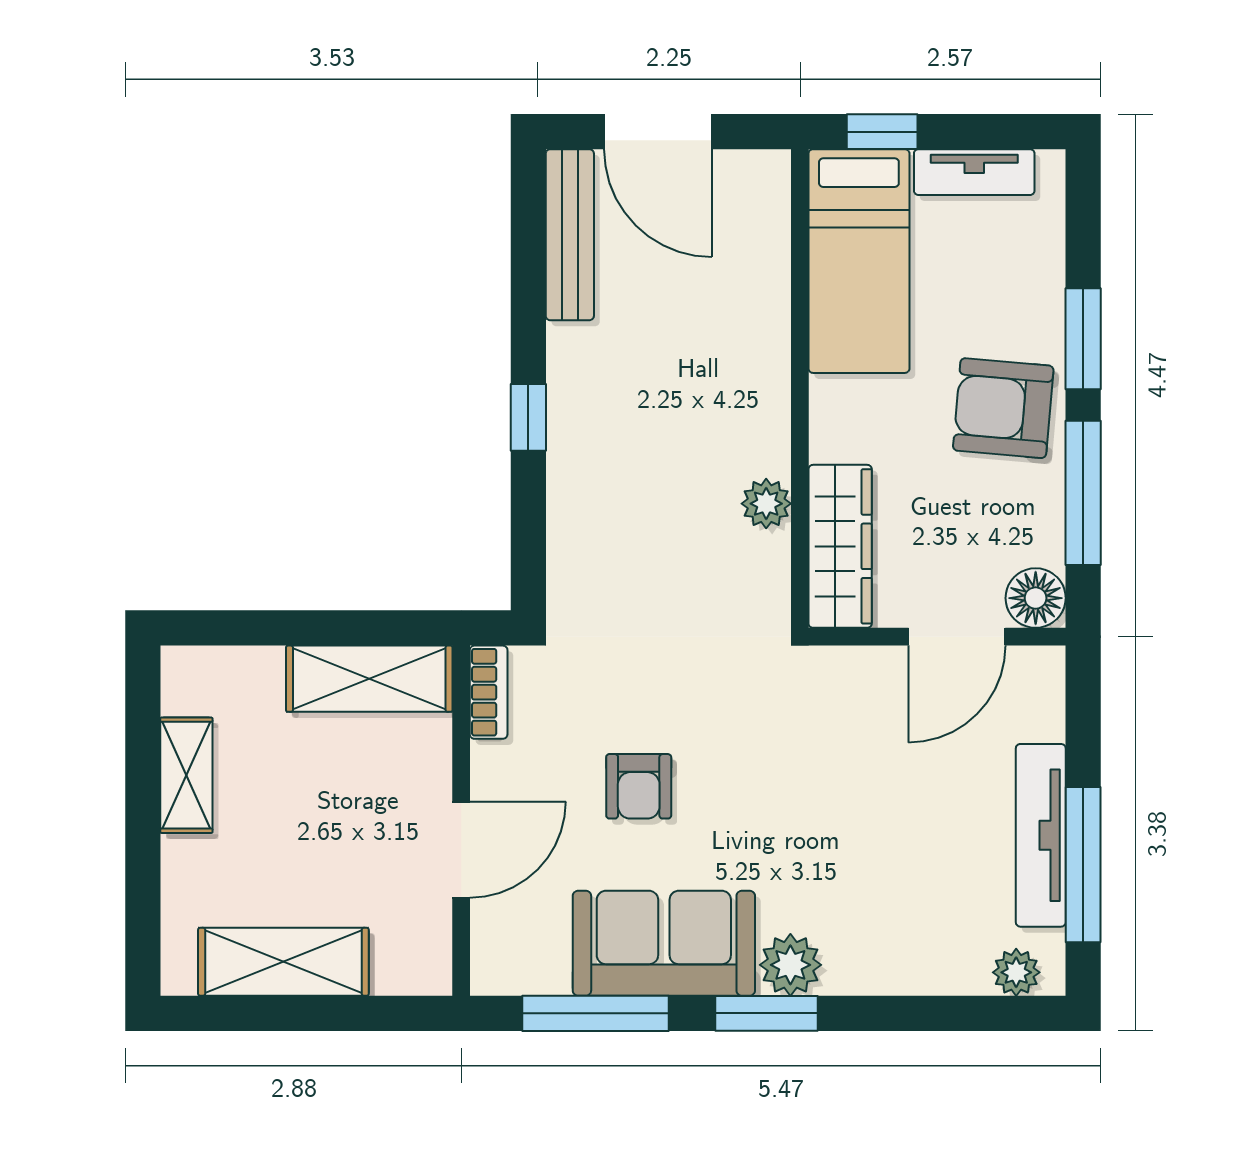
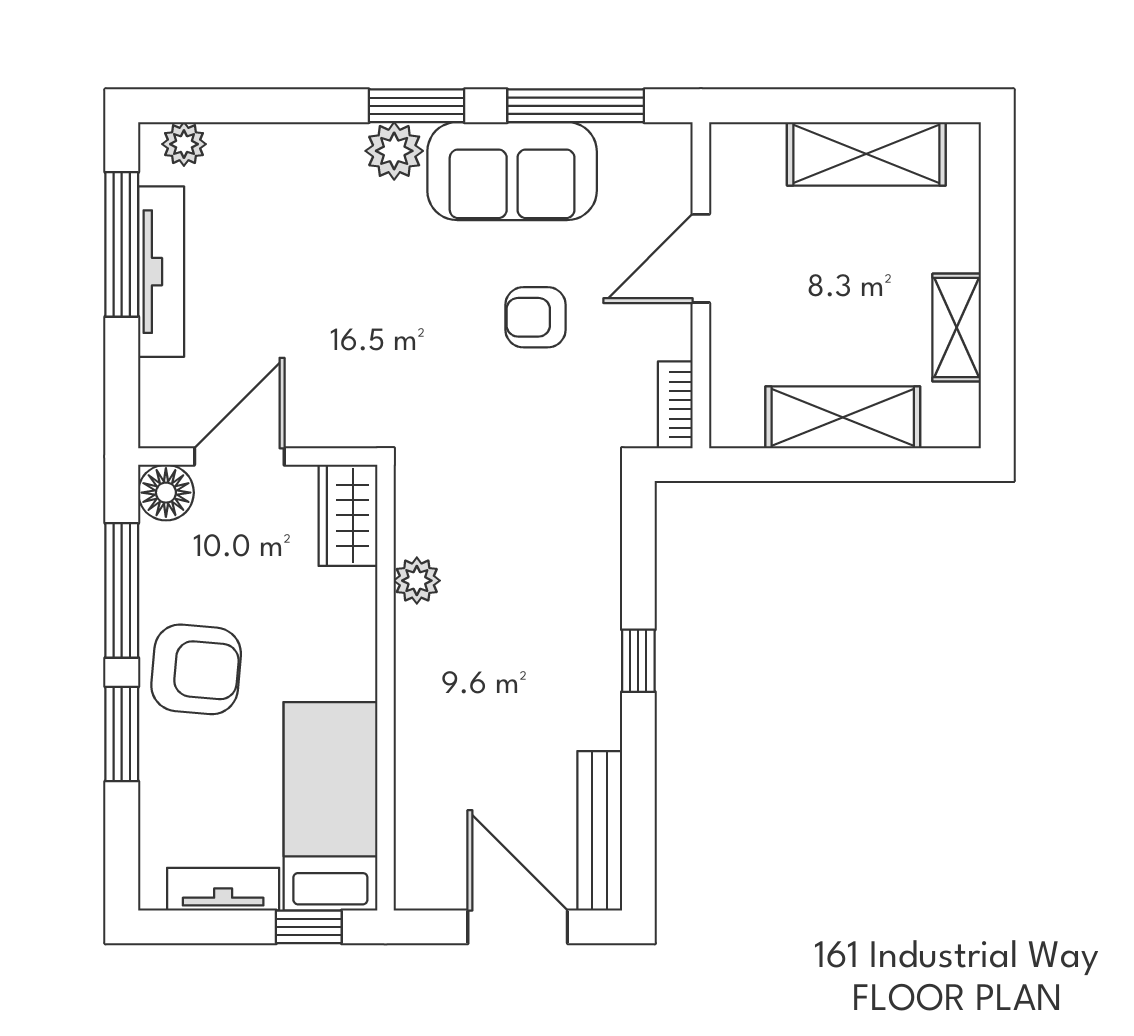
wardrobe: (840, 546) -> (348, 515), width x0.67
shelving: (369, 679) -> (843, 417), moved
armchair: (639, 786) -> (535, 317), turned -90

